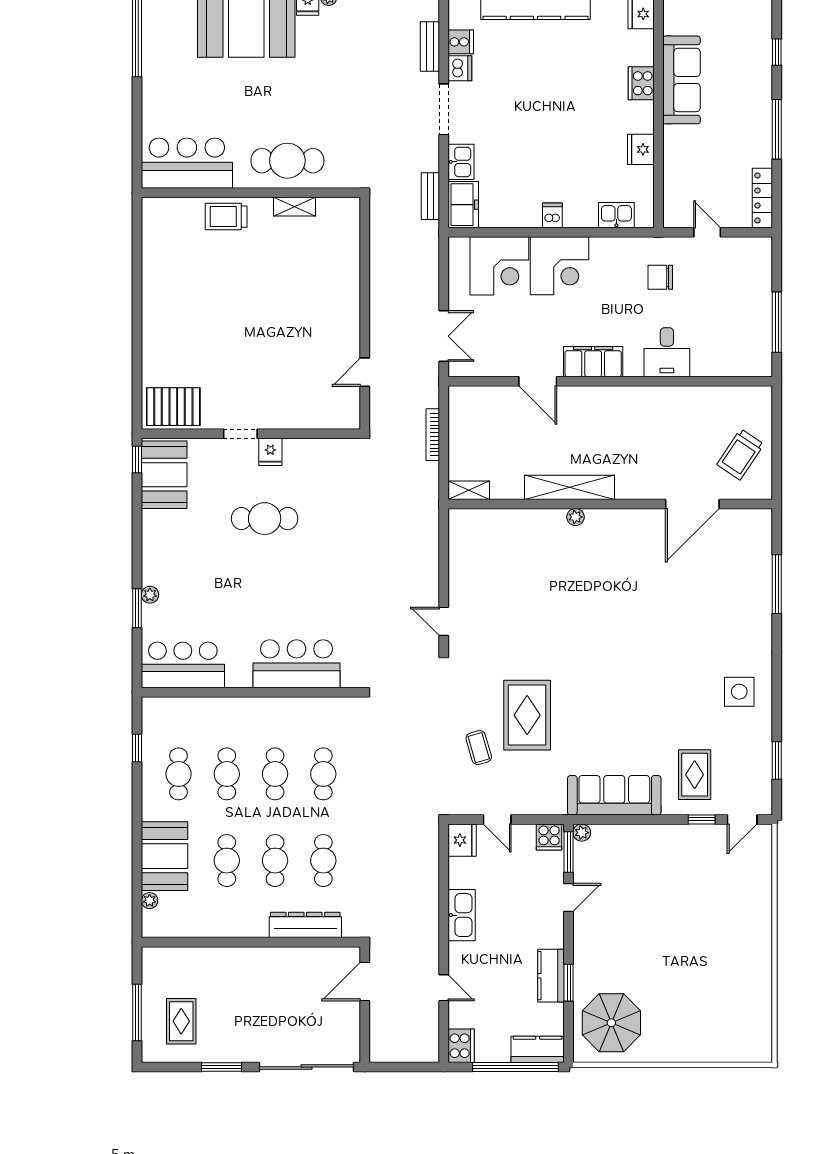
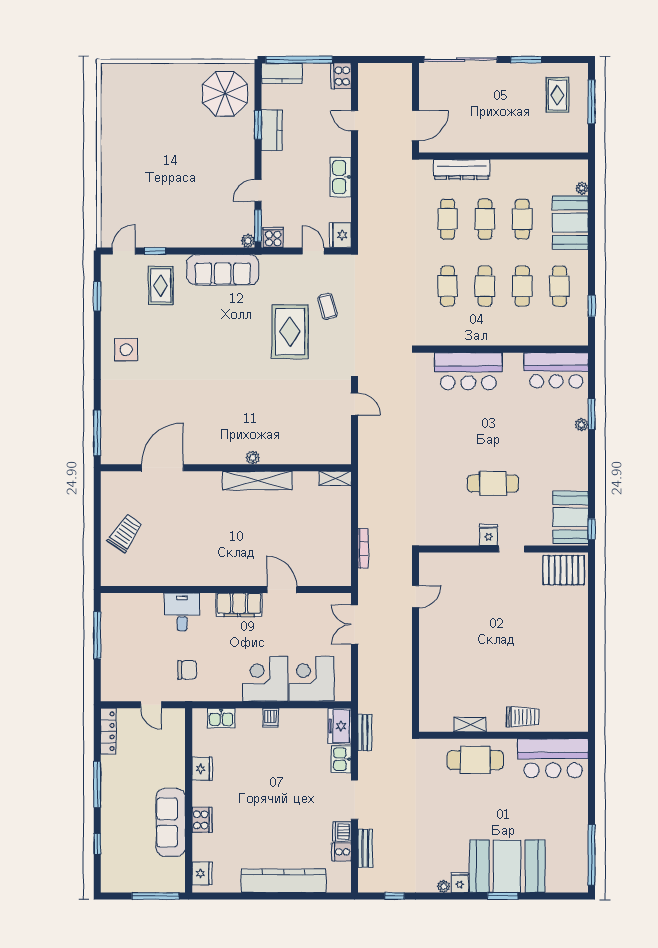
shelving: (569, 487) -> (257, 481), moved
shelving: (469, 490) -> (335, 478), moved
wall: (610, 504) -> (226, 468), moved
door: (692, 504) -> (162, 468), moved
plant: (575, 517) -> (253, 458), moved

